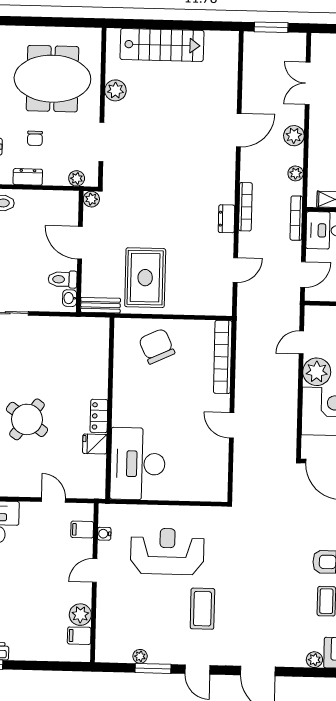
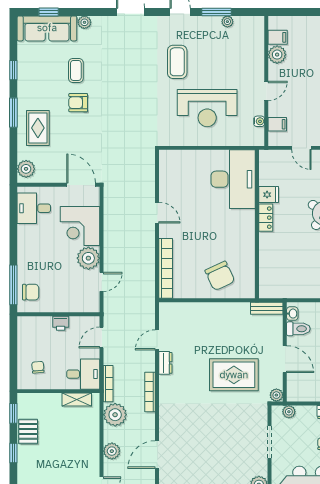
plant: (296, 173) -> (115, 415), width x1.87, depth x1.87
dresser: (226, 219) -> (165, 363), moved
rug: (145, 278) -> (234, 375), moved, turned 90

